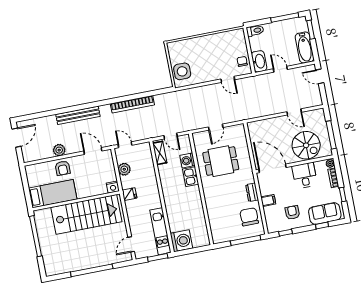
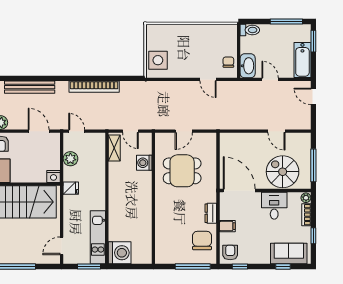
spiral stairs: (306, 145) -> (283, 172), turned 180
kitchen sink: (191, 177) -> (144, 182), removed
armchair: (292, 213) -> (230, 252), moved

